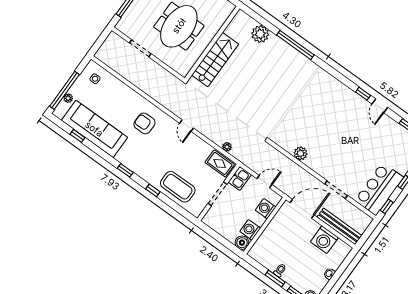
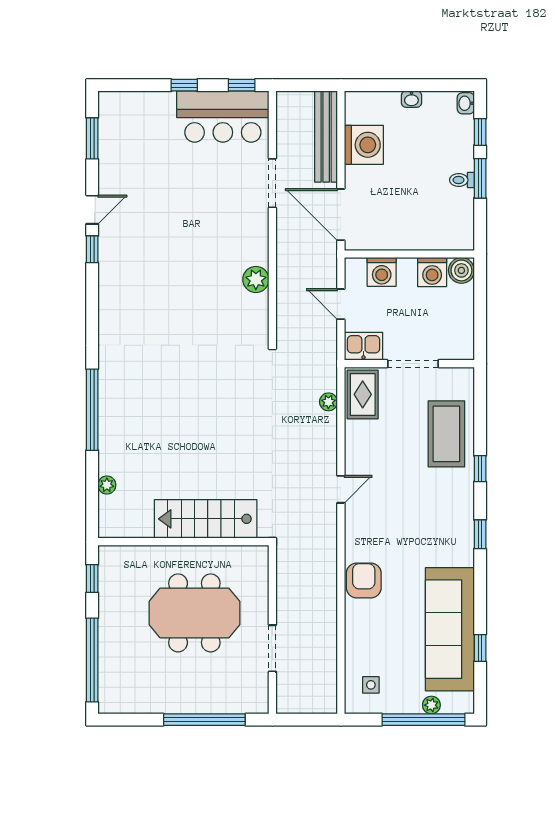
plant: (260, 34) -> (107, 485), width x0.53, depth x0.53
armchair: (145, 123) -> (364, 580), moved, turned 180

